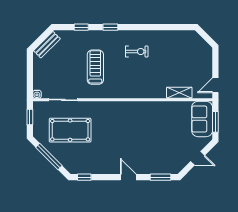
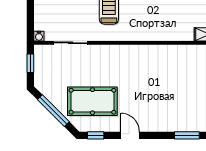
pool table: (70, 130) -> (92, 101), moved
door: (128, 177) -> (130, 135), moved

